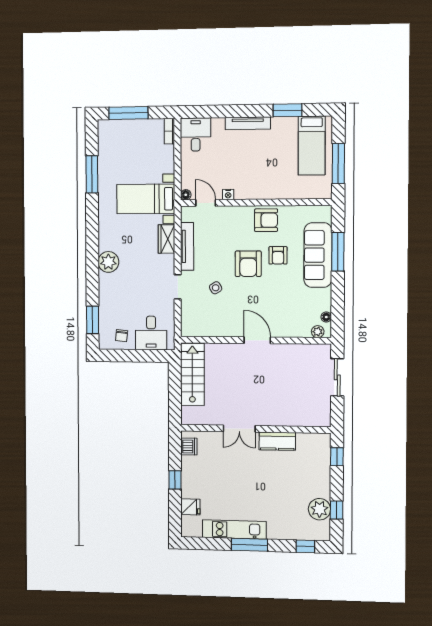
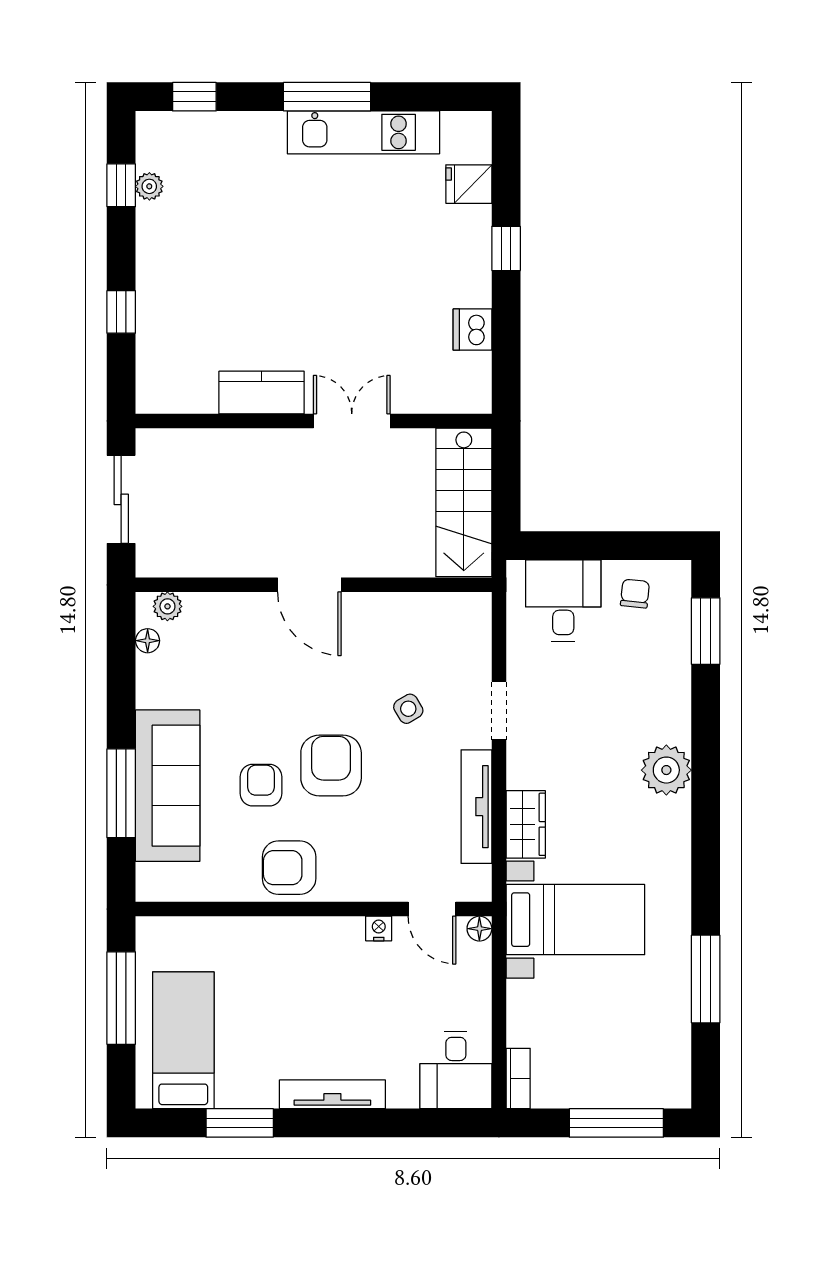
double door: (239, 429) -> (352, 421), moved
wall: (255, 429) -> (314, 421), moved
kitchen counter: (277, 441) -> (262, 392), moved
plant: (319, 509) -> (149, 186), width x0.53, depth x0.53

